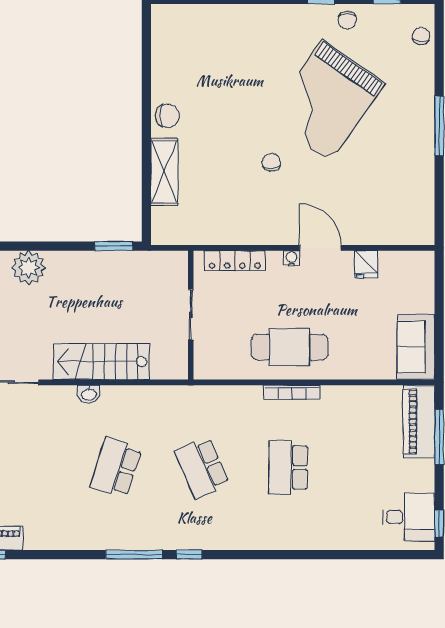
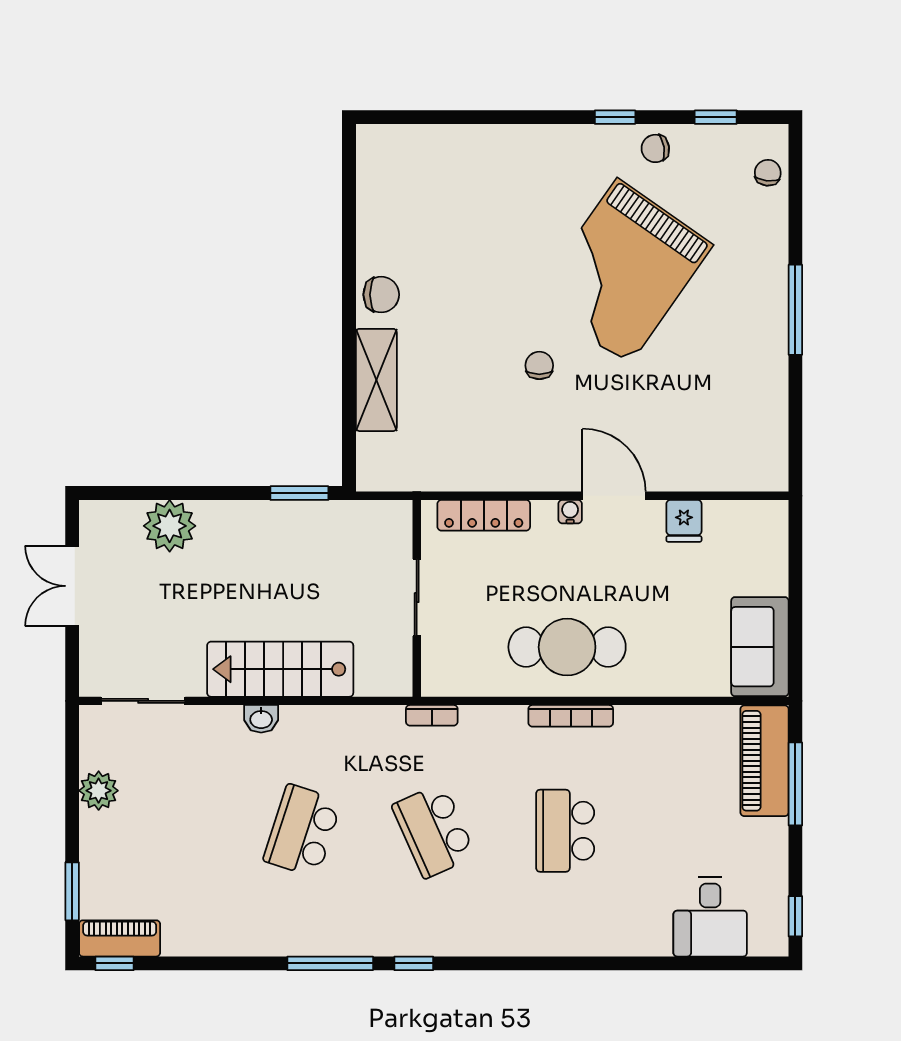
chair: (347, 20) -> (655, 148), turned 81
bookcase: (201, 392) -> (432, 715), added
desk: (409, 517) -> (710, 917), moved, turned 90

